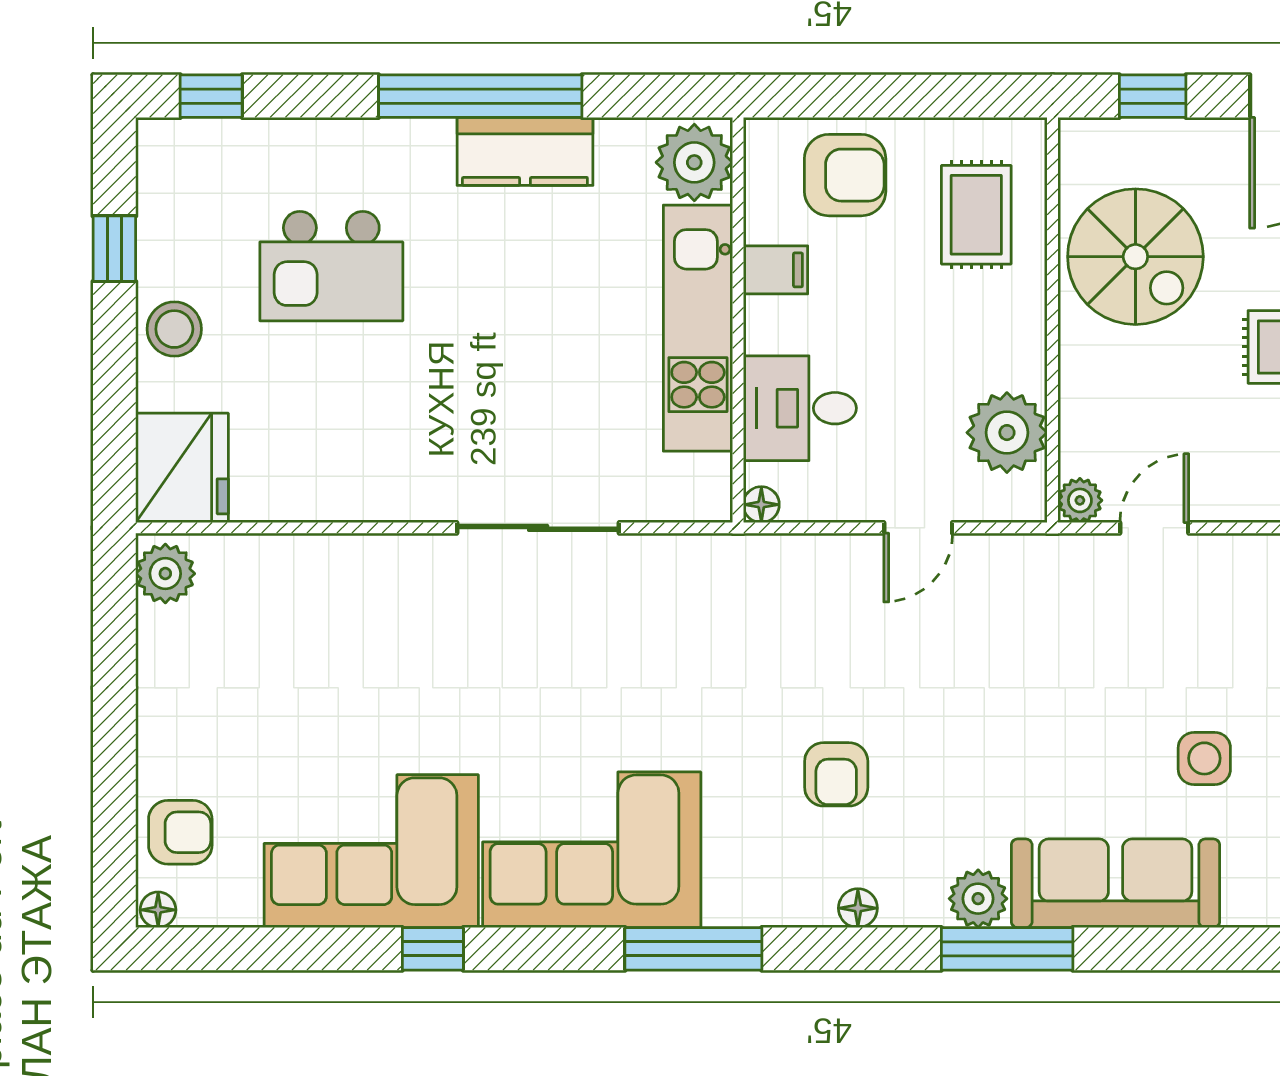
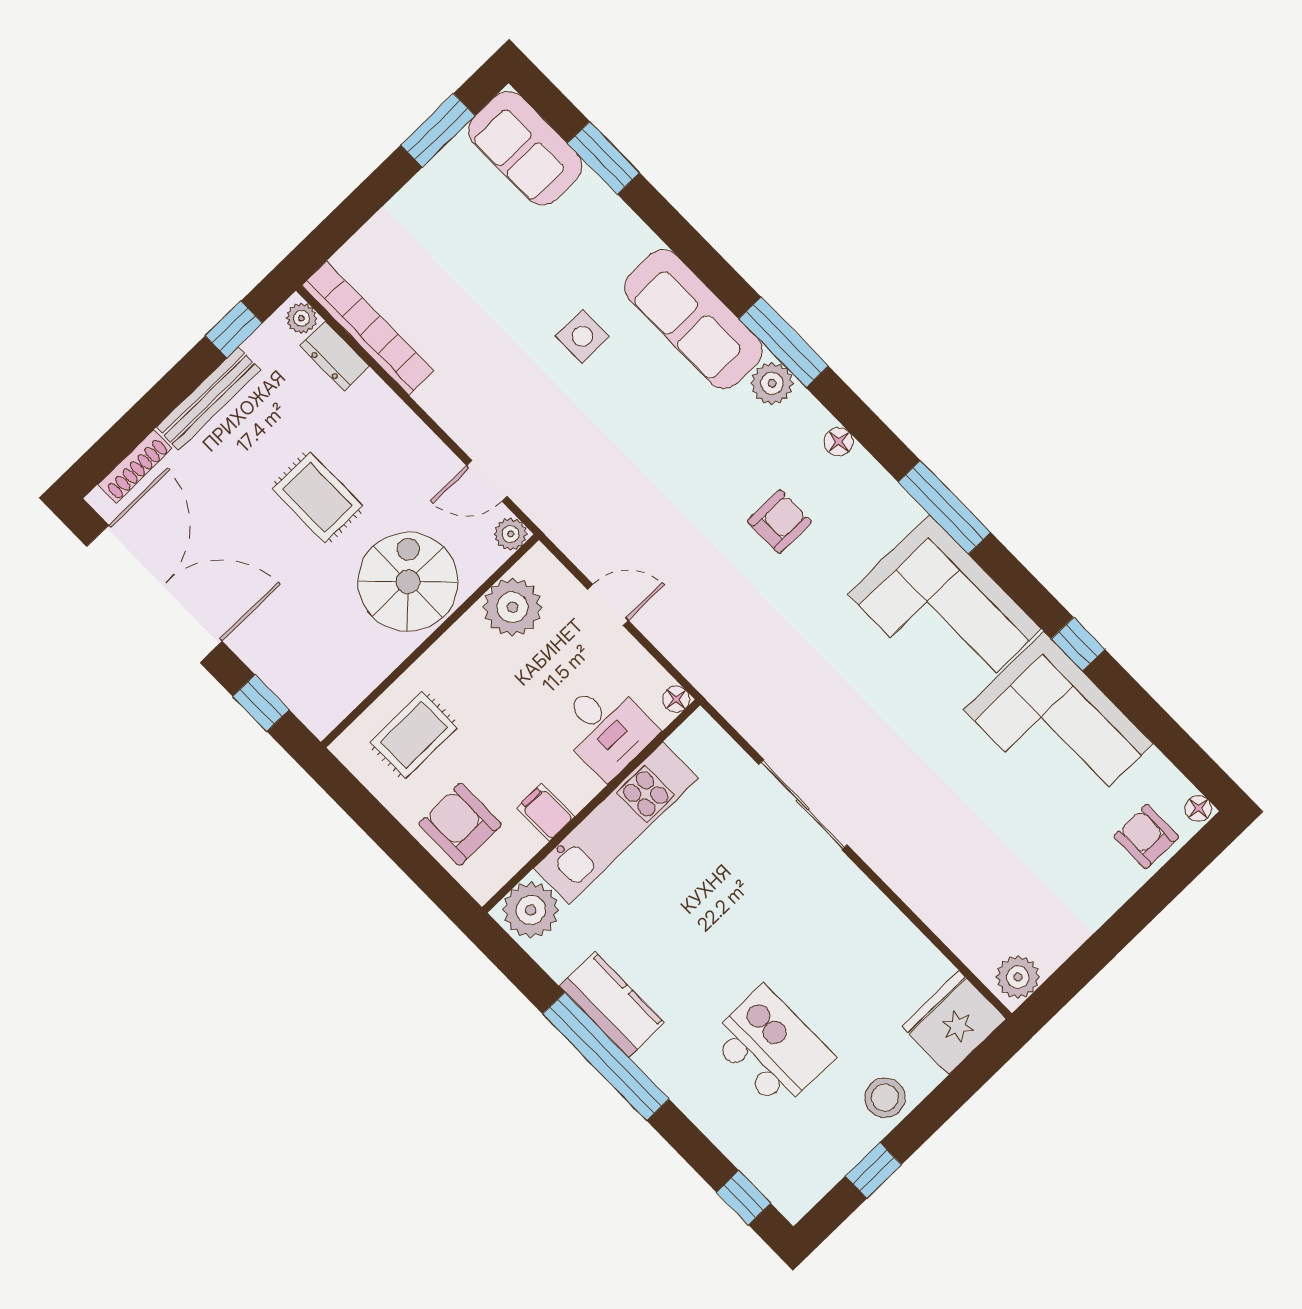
spiral stairs: (1135, 257) -> (408, 582), moved

